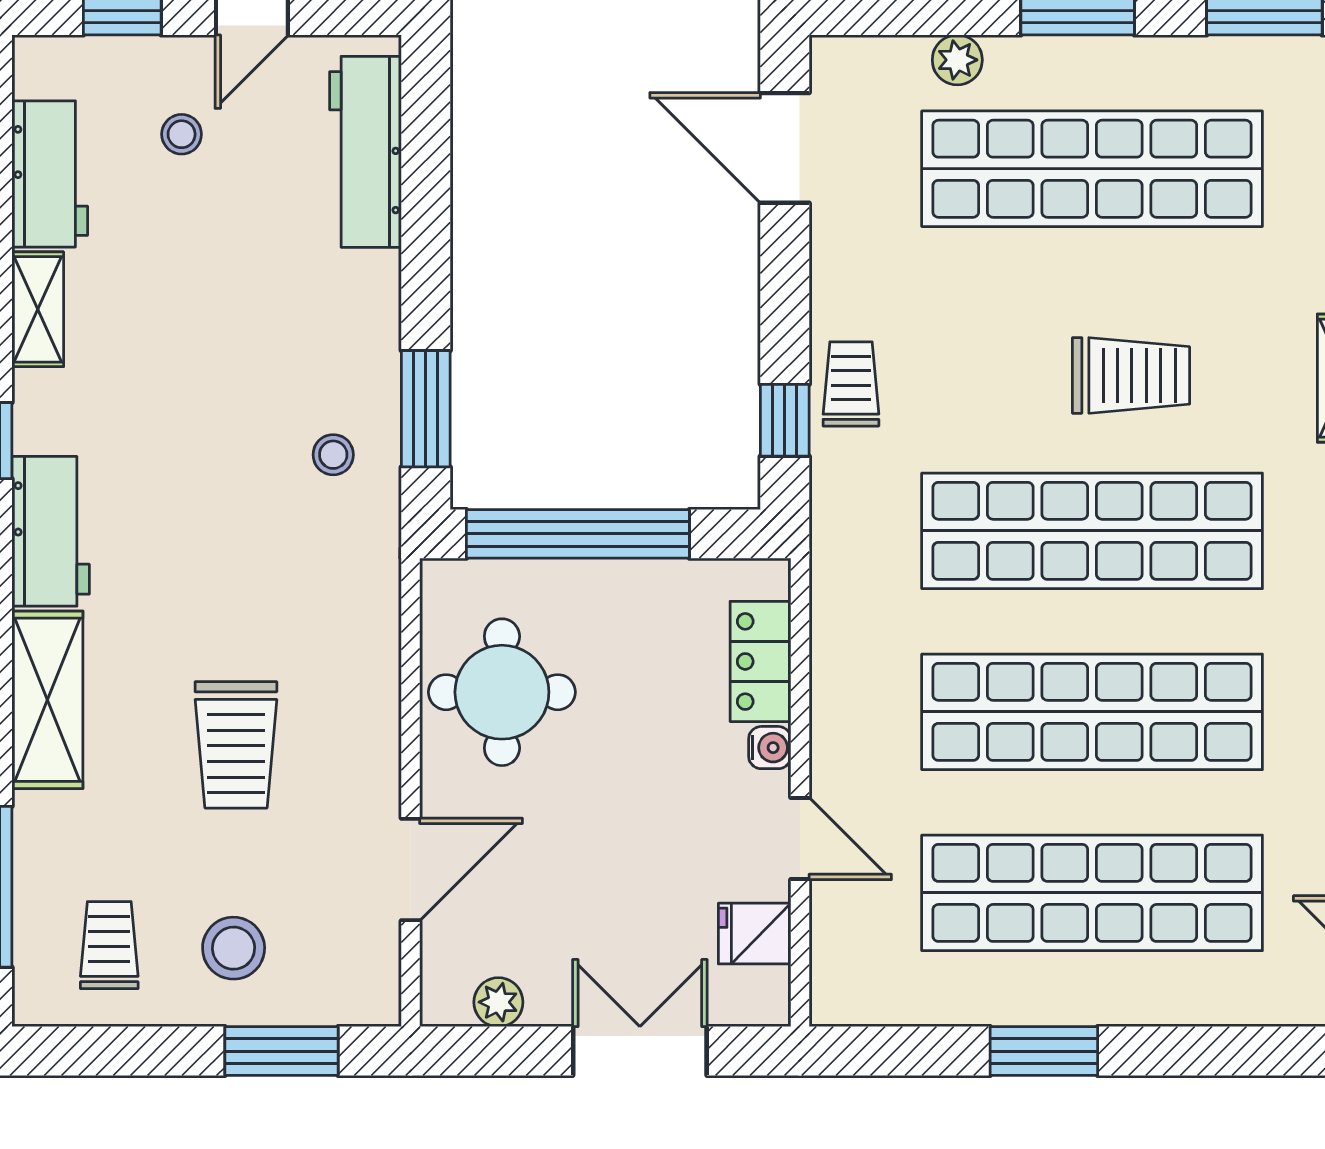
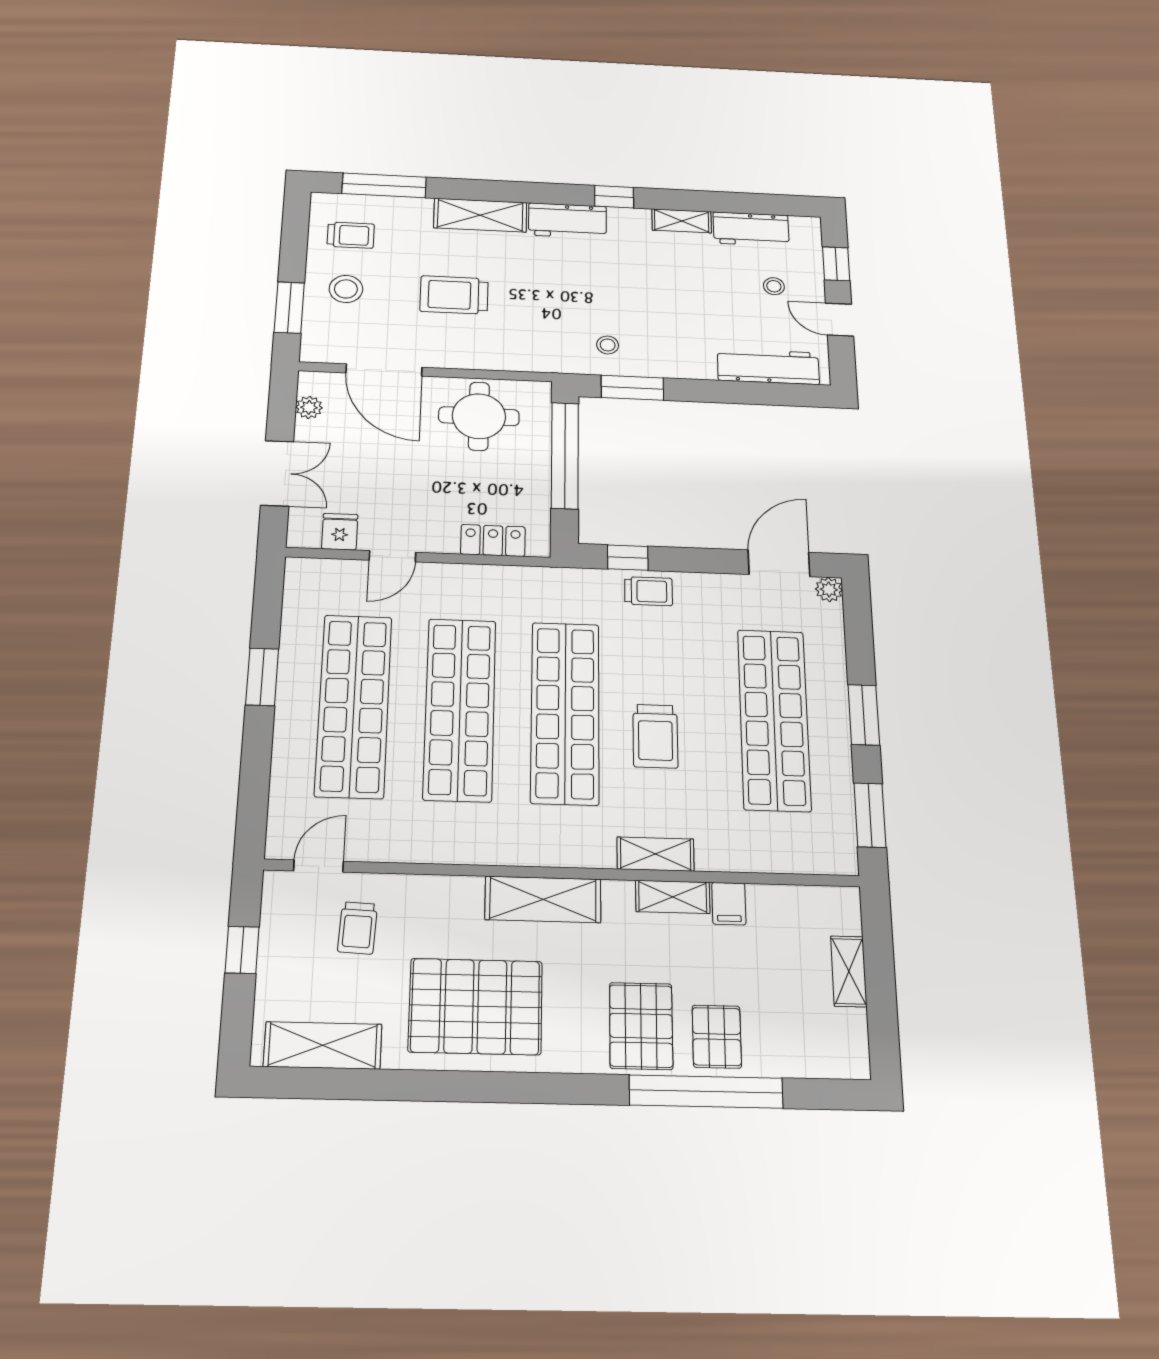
plant: (957, 60) -> (829, 589), moved
water cooler: (770, 748) -> (444, 543), removed
door: (410, 870) -> (384, 370), width x1.36

